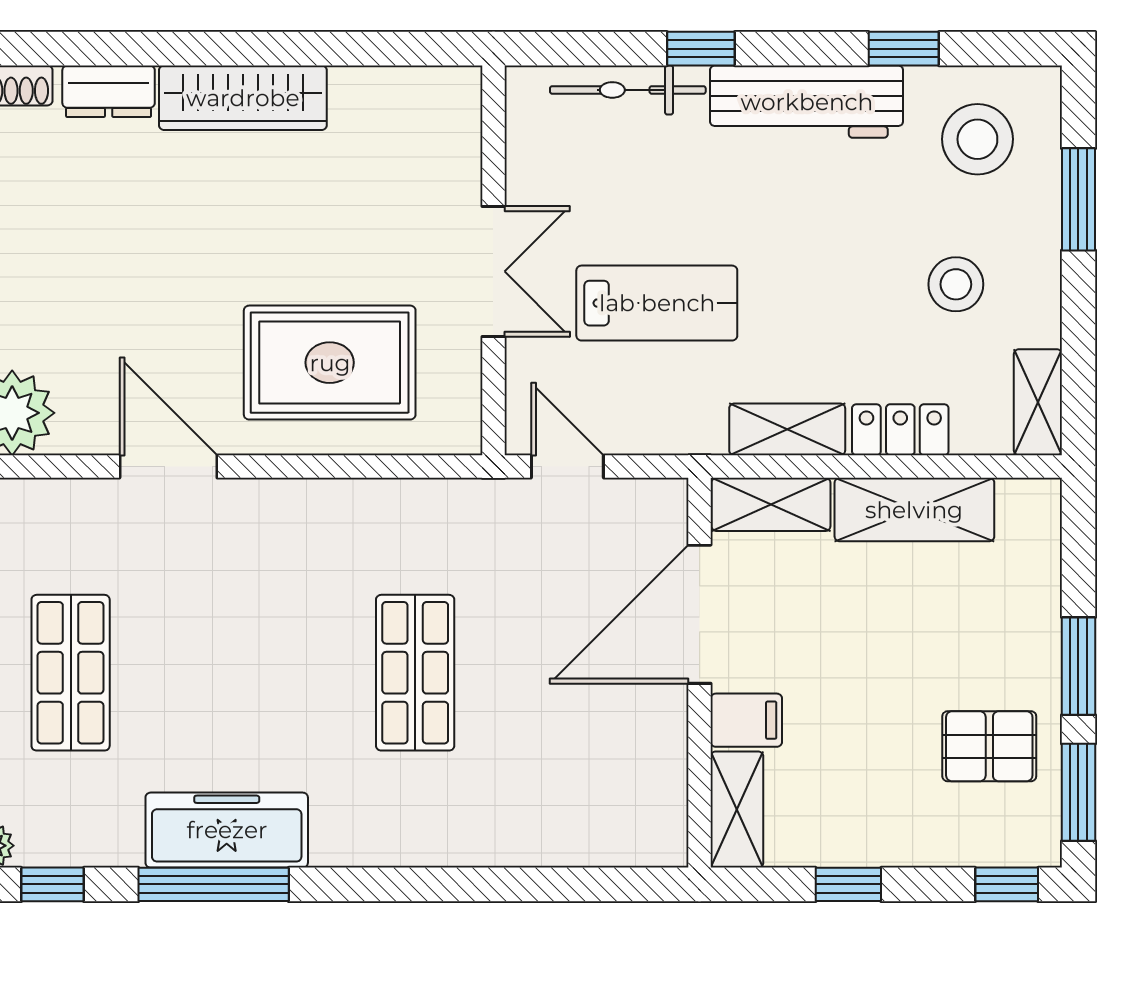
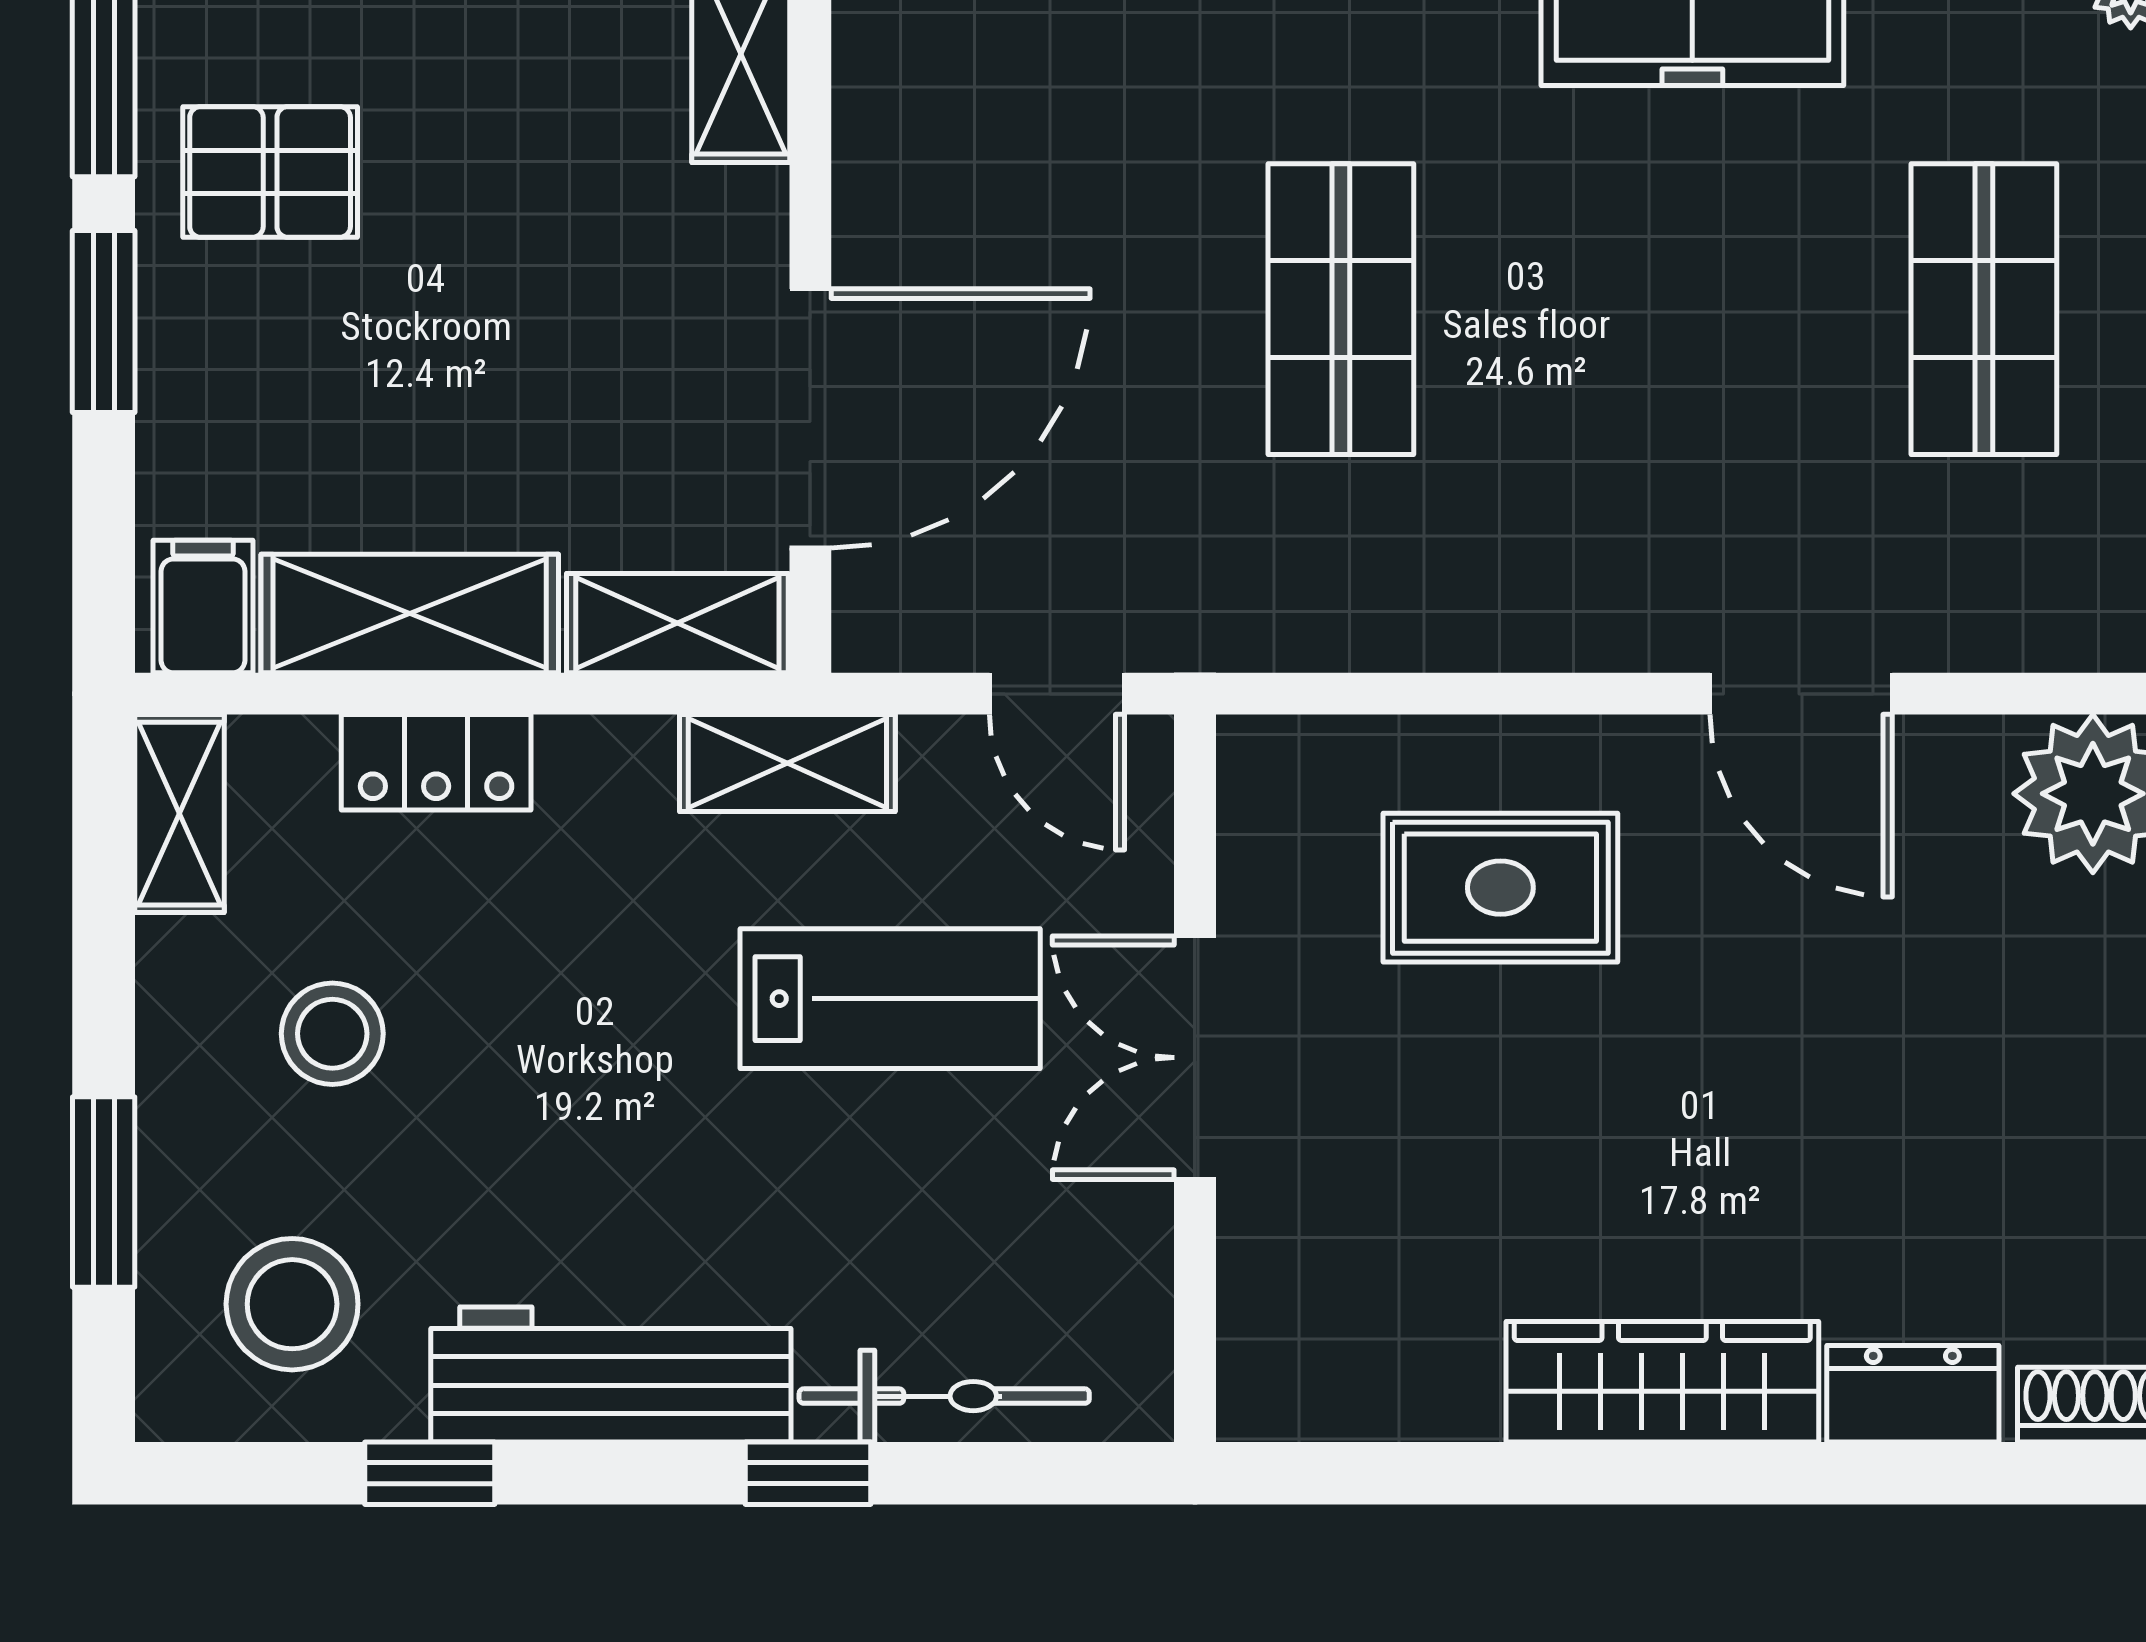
lab bench: (657, 303) -> (890, 999), turned 180
rug: (330, 363) -> (1500, 888), width x0.73, depth x0.70
shelving: (787, 429) -> (787, 763), moved
filing cabinet: (746, 720) -> (203, 607), moved, turned 90

